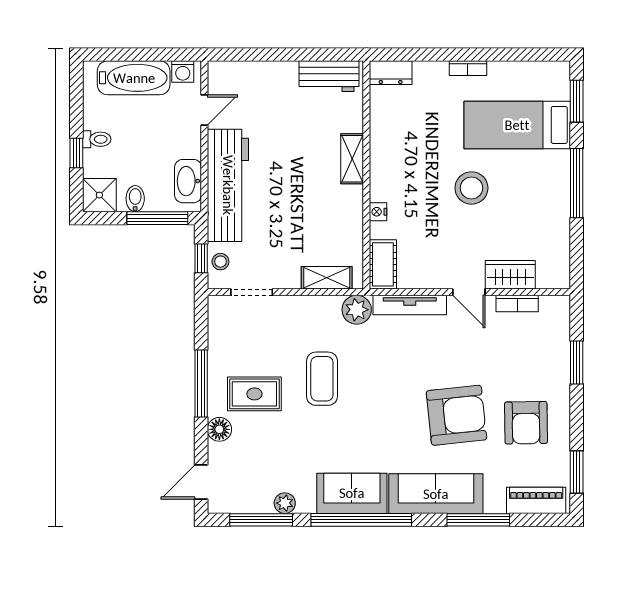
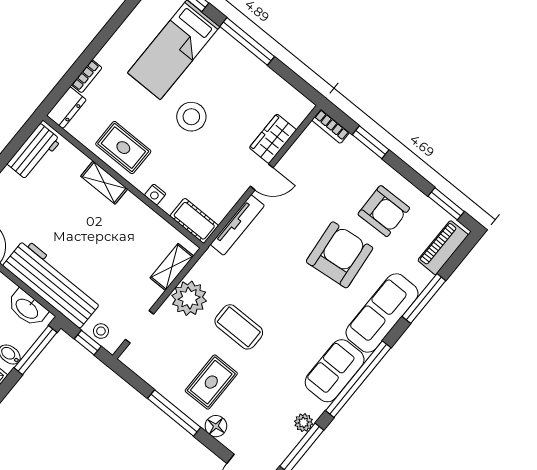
bookcase: (468, 68) -> (87, 76), moved
rug: (396, 151) -> (123, 148), added
bookcase: (517, 304) -> (331, 126), moved, turned 90
plant: (357, 310) -> (189, 298), moved, width x1.36, depth x1.36

